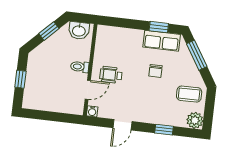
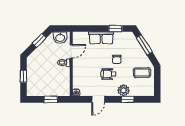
row of seats: (162, 41) -> (101, 38), moved
wheelchair: (111, 75) -> (109, 74), moved
door: (88, 90) -> (71, 51), moved
window: (55, 117) -> (51, 99), added
plant: (195, 120) -> (123, 90), moved

